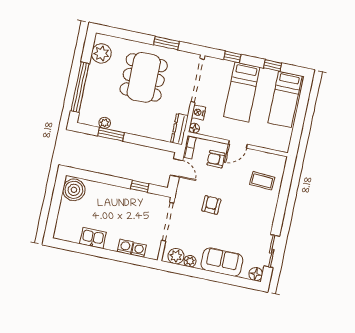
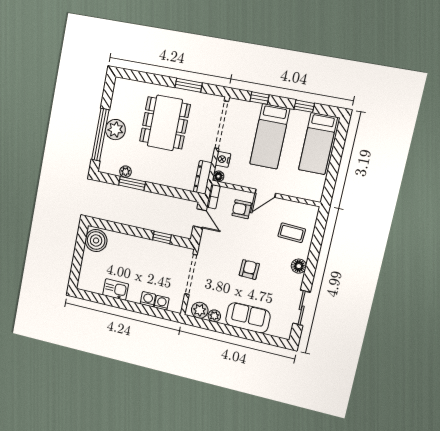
plant: (101, 53) -> (115, 130), moved
armchair: (211, 205) -> (249, 270), moved
floor lamp: (256, 274) -> (299, 266), moved

